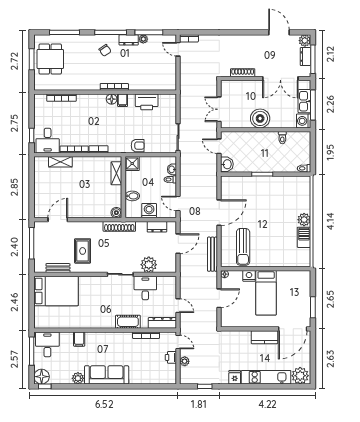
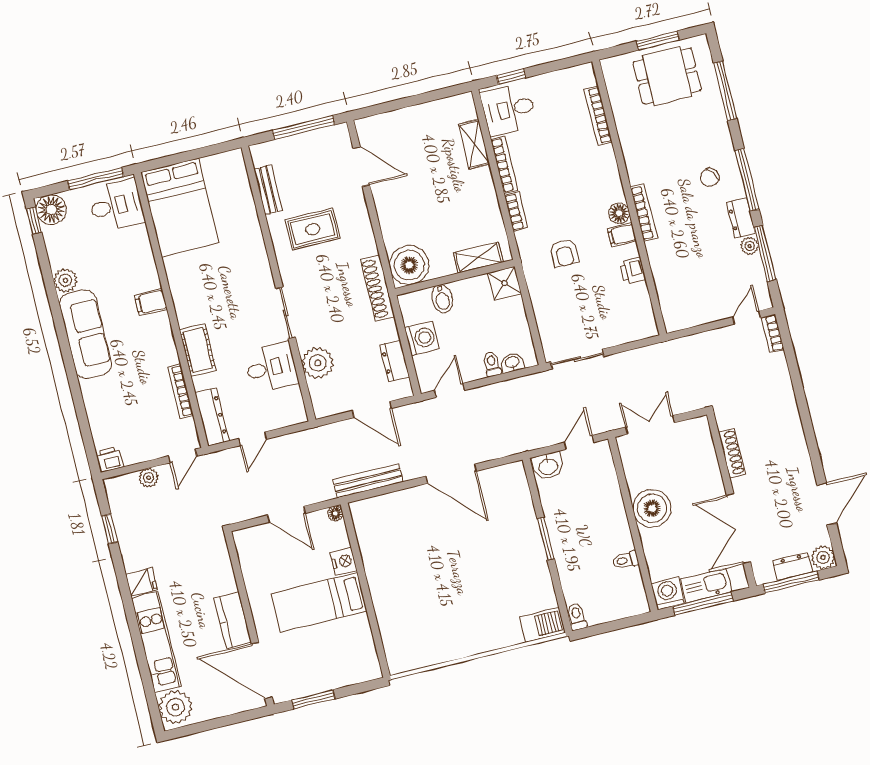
printer: (147, 102) -> (633, 271), width x0.53, depth x0.68
armchair: (138, 146) -> (564, 253), moved
boiler: (116, 213) -> (409, 265), width x1.86, depth x1.86
plant: (304, 220) -> (478, 641), removed
barbecue: (304, 237) -> (542, 625), moved
sun lounger: (243, 247) -> (396, 536), removed
bed: (56, 291) -> (180, 208), moved
filing cabinet: (79, 339) -> (151, 302), moved
printer: (171, 357) -> (109, 459), moved

